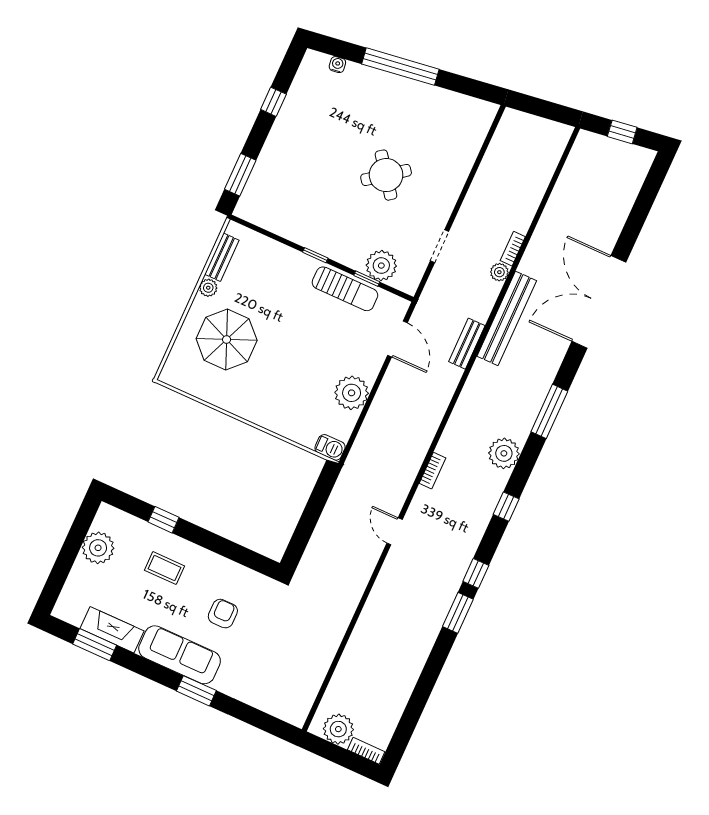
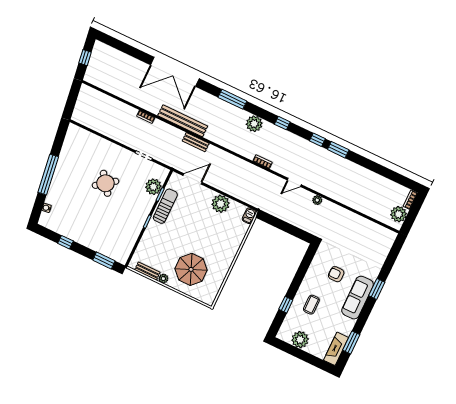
plant: (499, 272) -> (317, 200), moved
fireplace: (112, 630) -> (336, 349), moved

